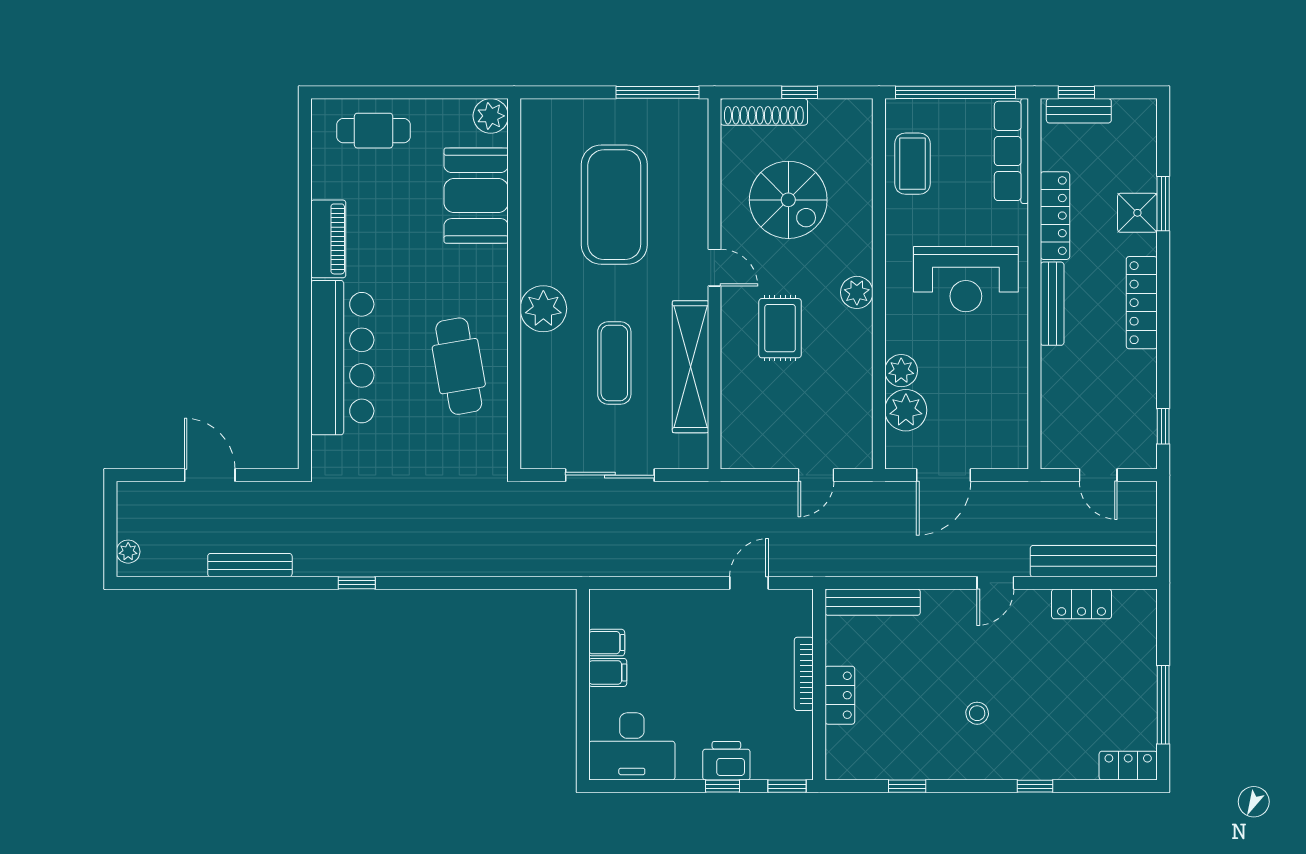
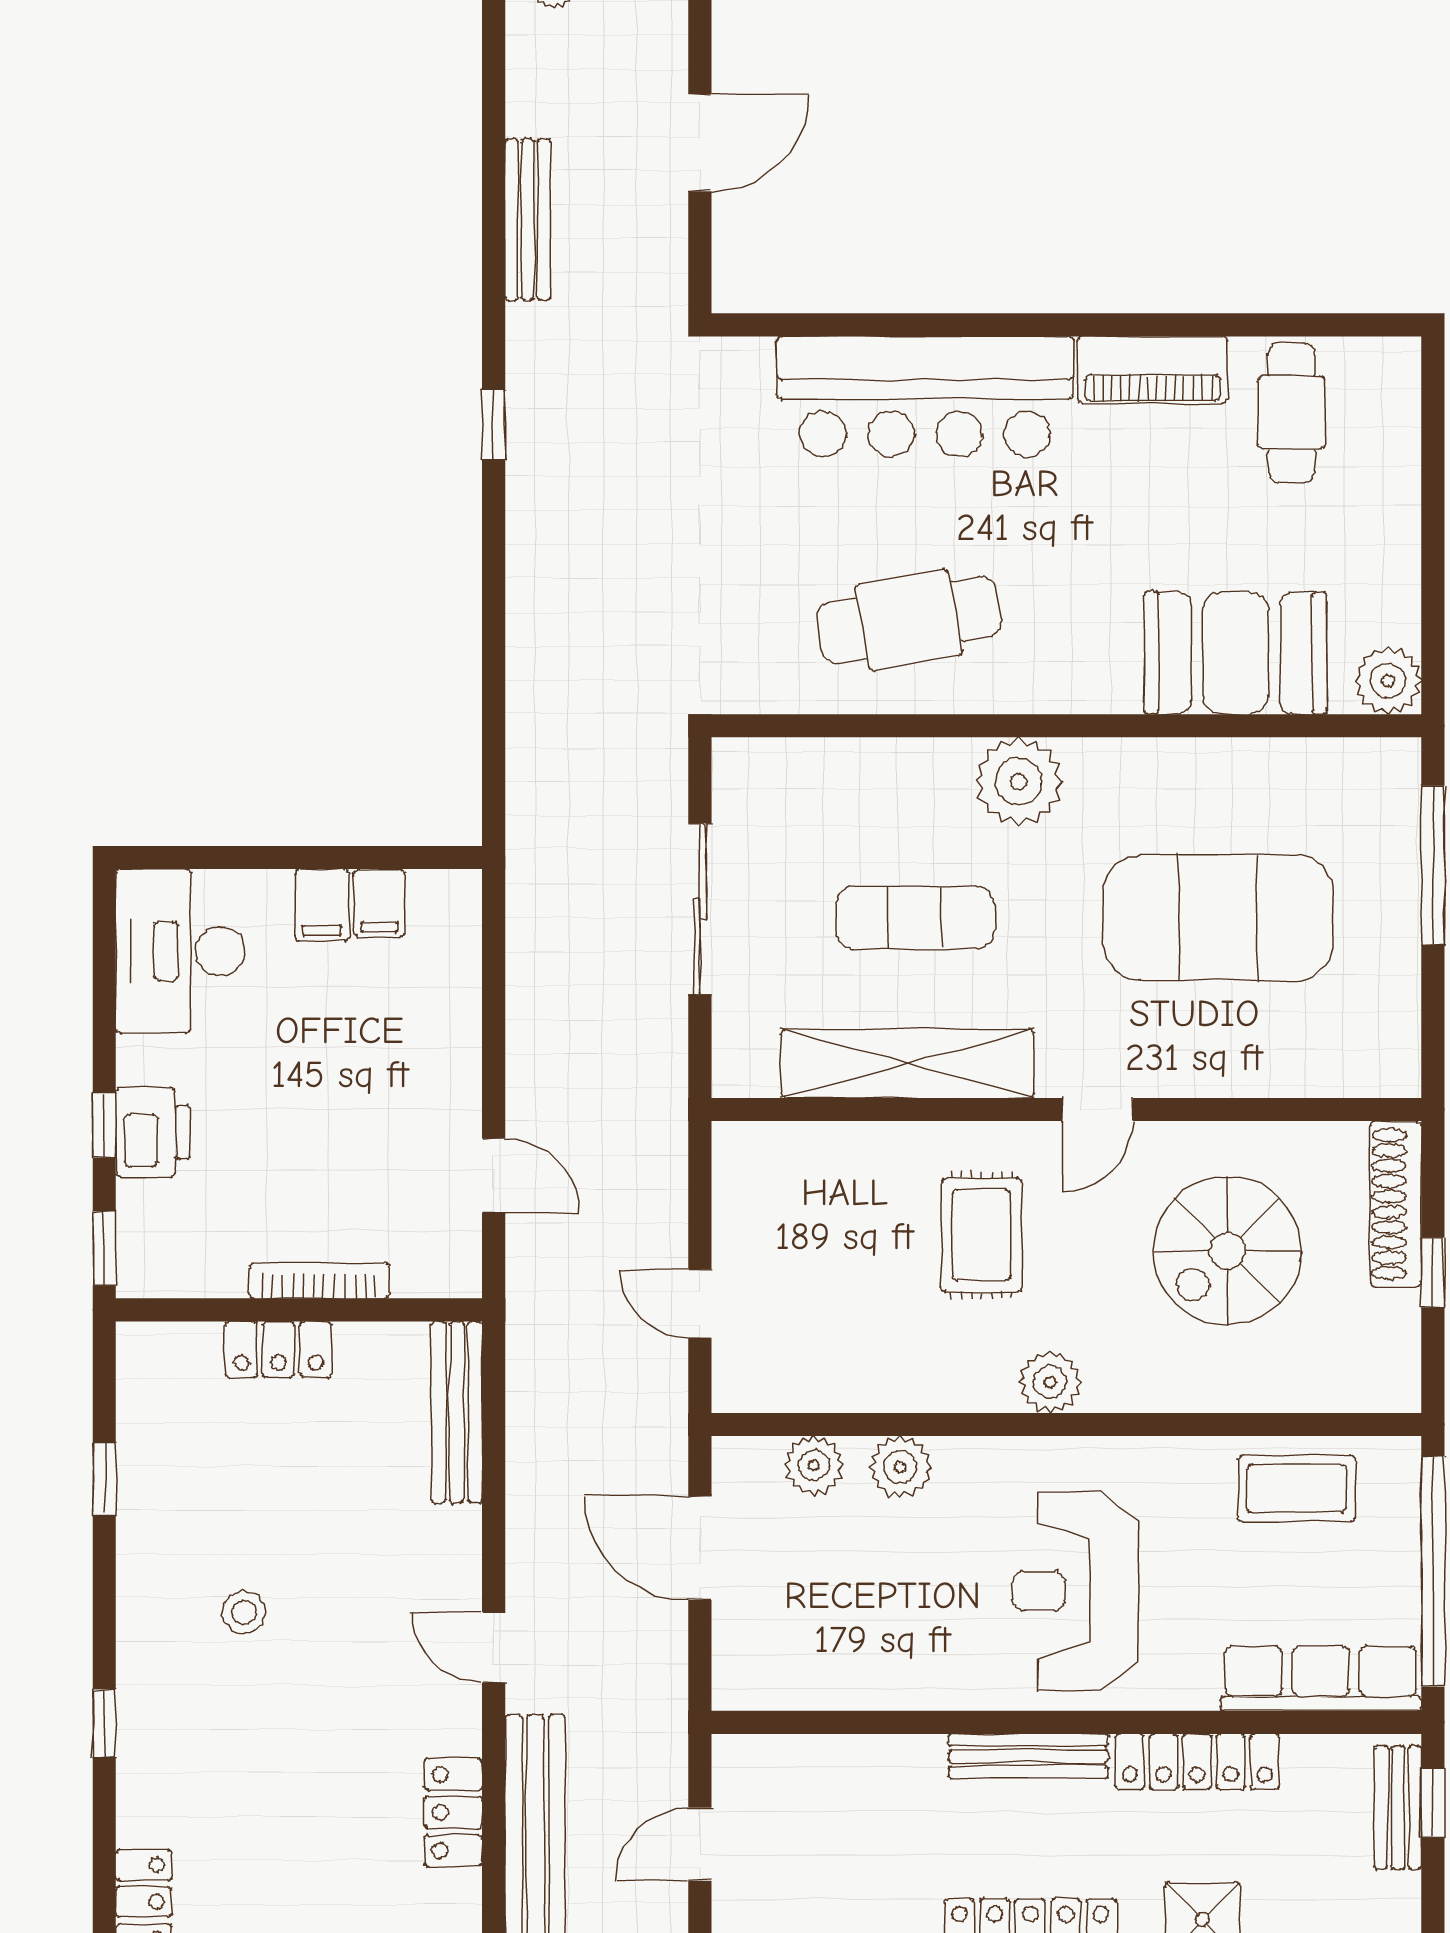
window: (658, 92) -> (1433, 865), moved
cafe table: (374, 131) -> (1291, 413), moved
rug: (780, 328) -> (982, 1235), turned 90
plant: (906, 410) -> (814, 1465), width x0.73, depth x0.73

